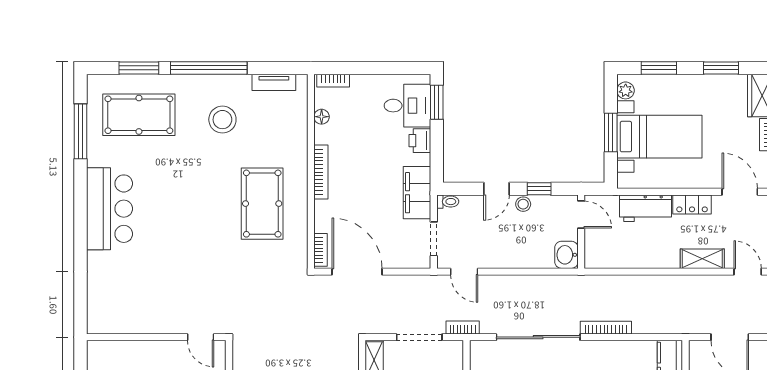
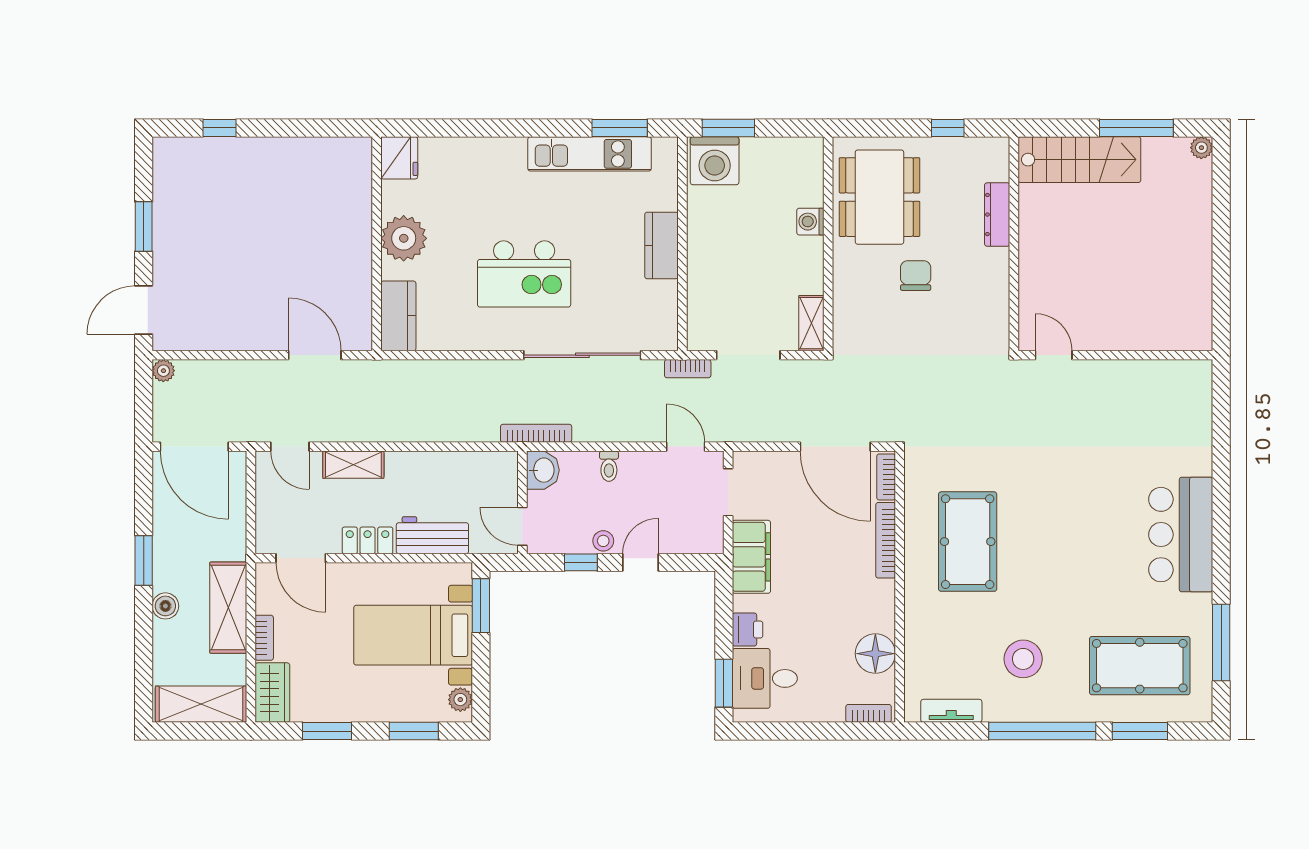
floor lamp: (322, 117) -> (875, 654), width x1.89, depth x1.89
window: (611, 133) -> (481, 606), moved
bookcase: (321, 172) -> (886, 540), moved
toilet: (448, 202) -> (609, 466), moved, turned -90
bookcase: (606, 328) -> (536, 433), moved, turned 180

